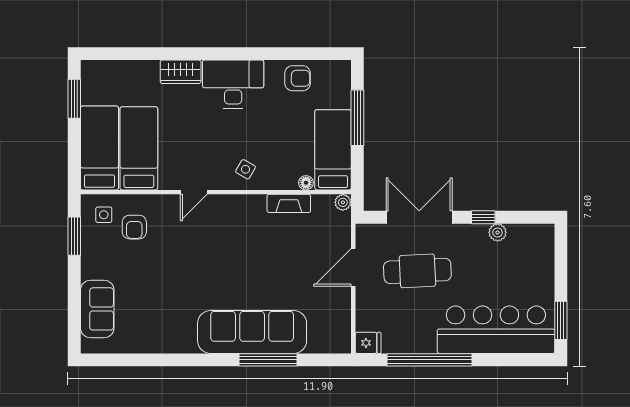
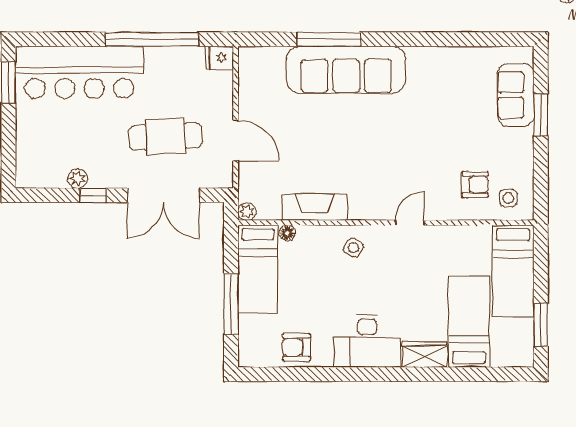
bed: (139, 148) -> (469, 322), moved, turned 180
fireplace: (289, 203) -> (315, 207), width x1.37, depth x1.32
armchair: (134, 227) -> (475, 185), turned 90
window: (74, 236) -> (541, 115), moved
door: (353, 267) -> (236, 140), hinge flipped

